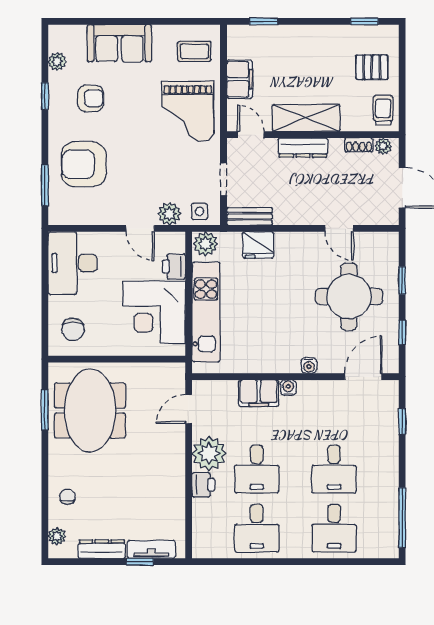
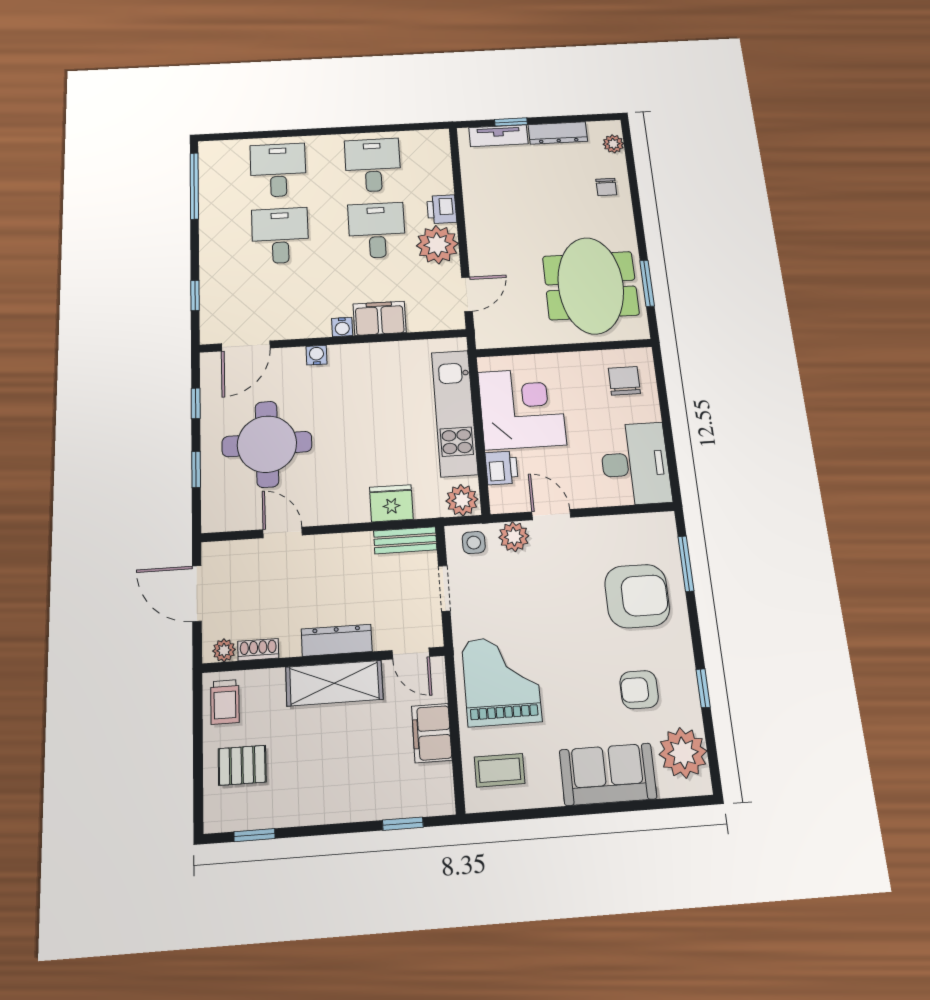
plant: (57, 62) -> (683, 753), width x1.87, depth x1.87

